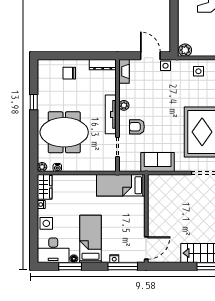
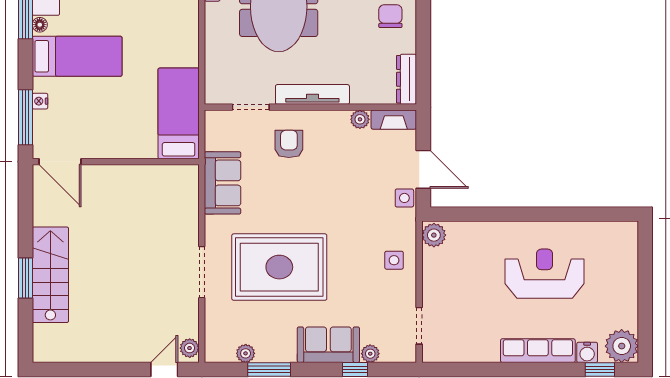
door: (150, 56) -> (423, 169), hinge flipped
plant: (124, 105) -> (360, 119), moved

